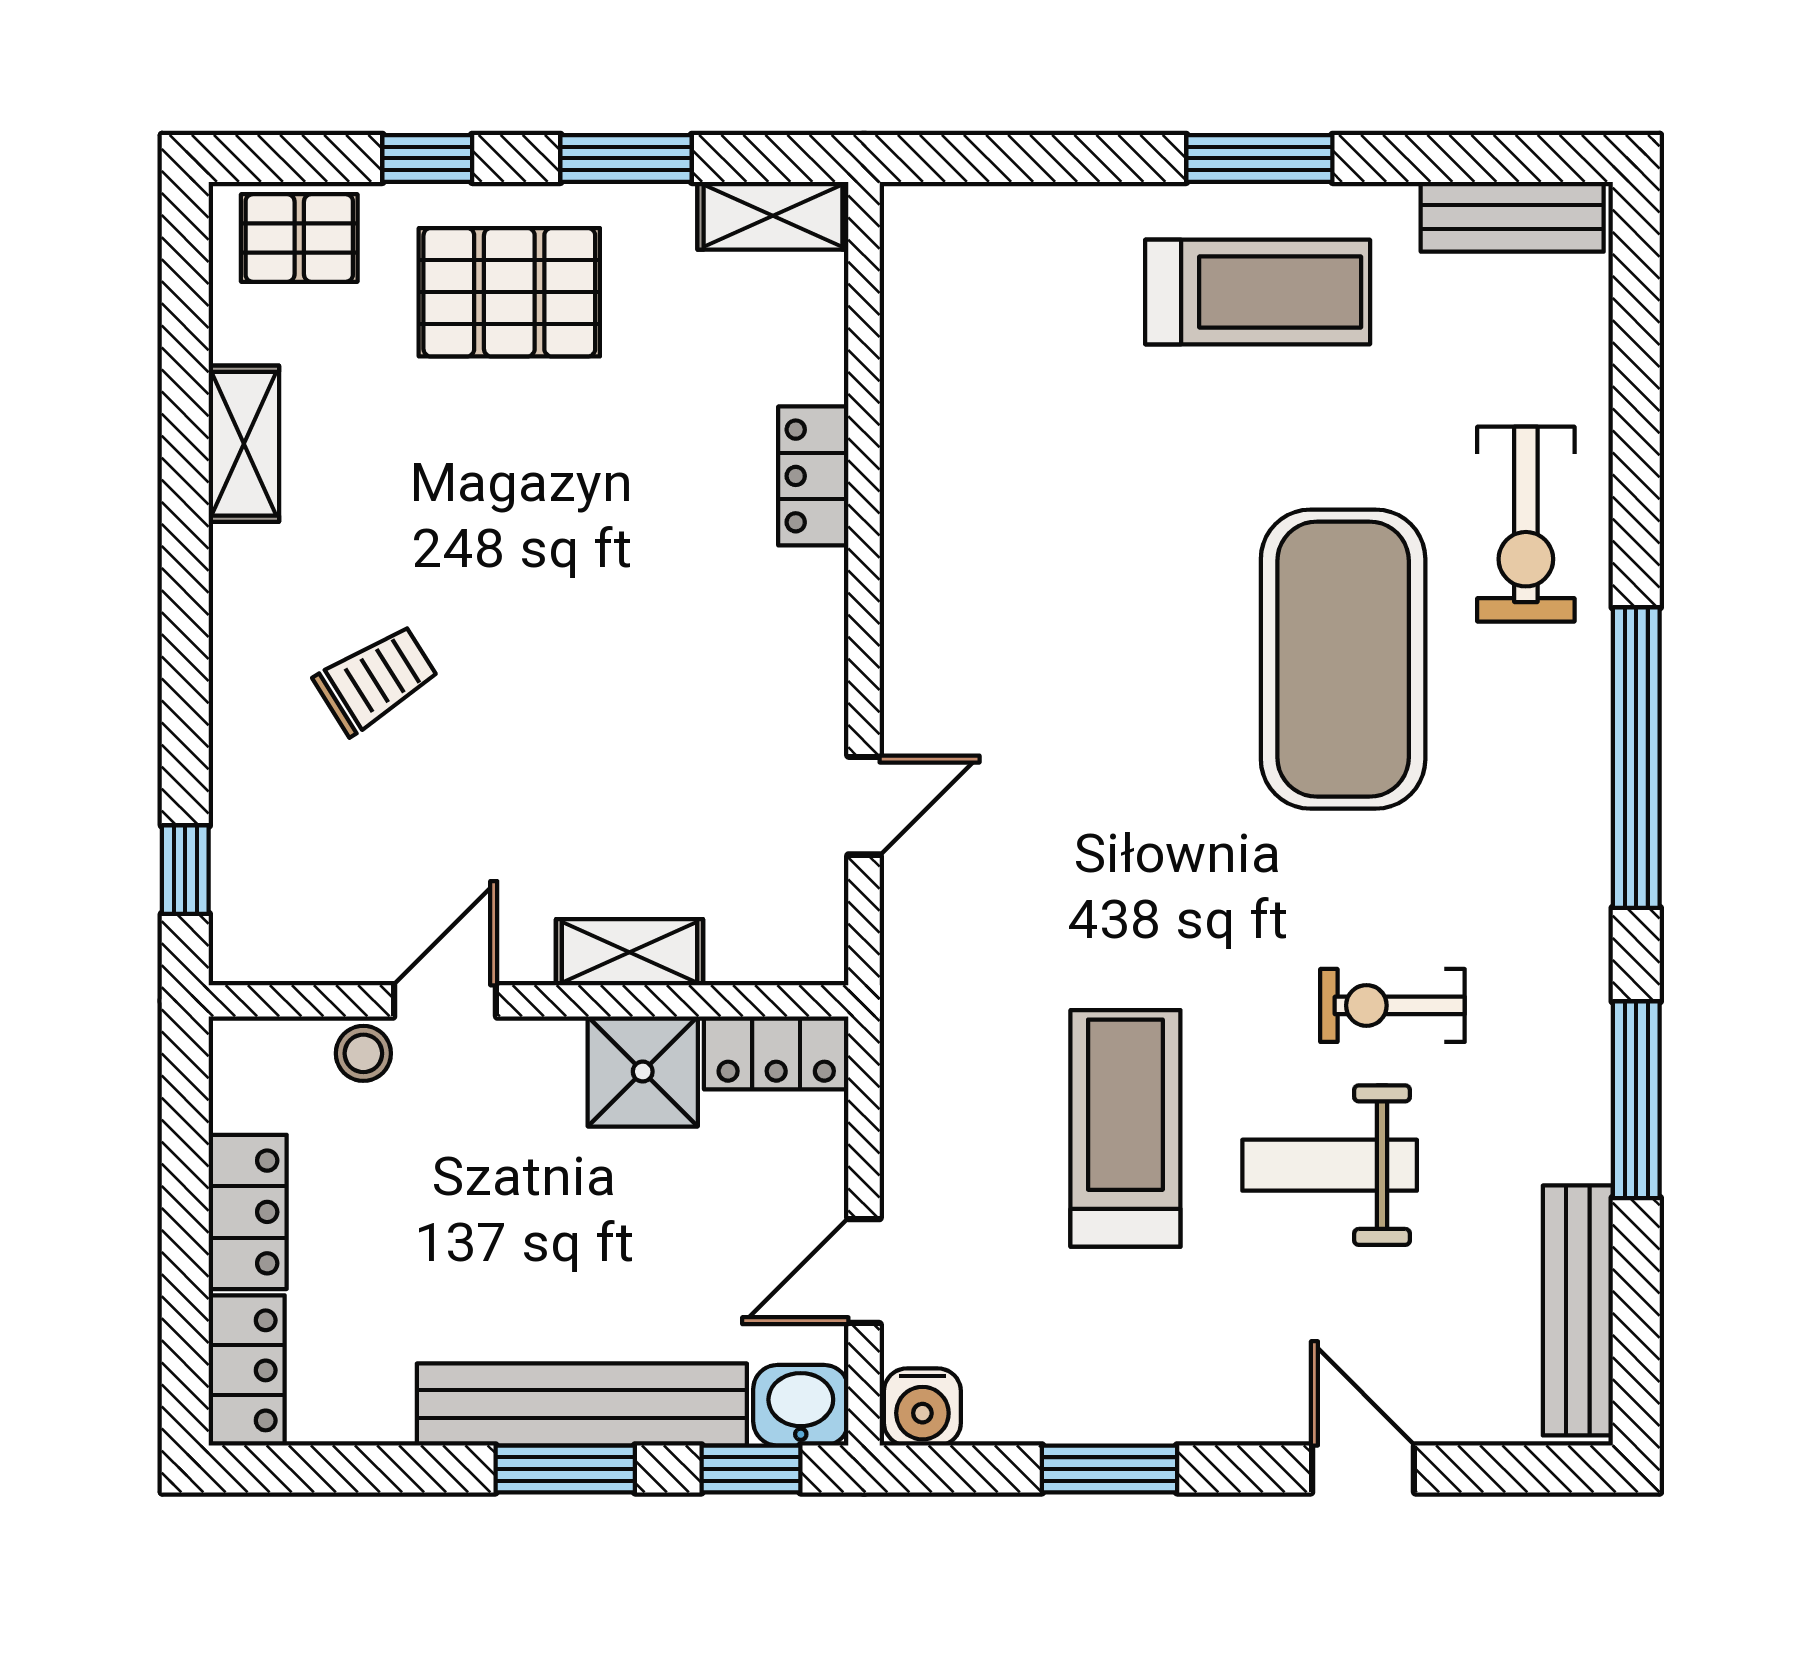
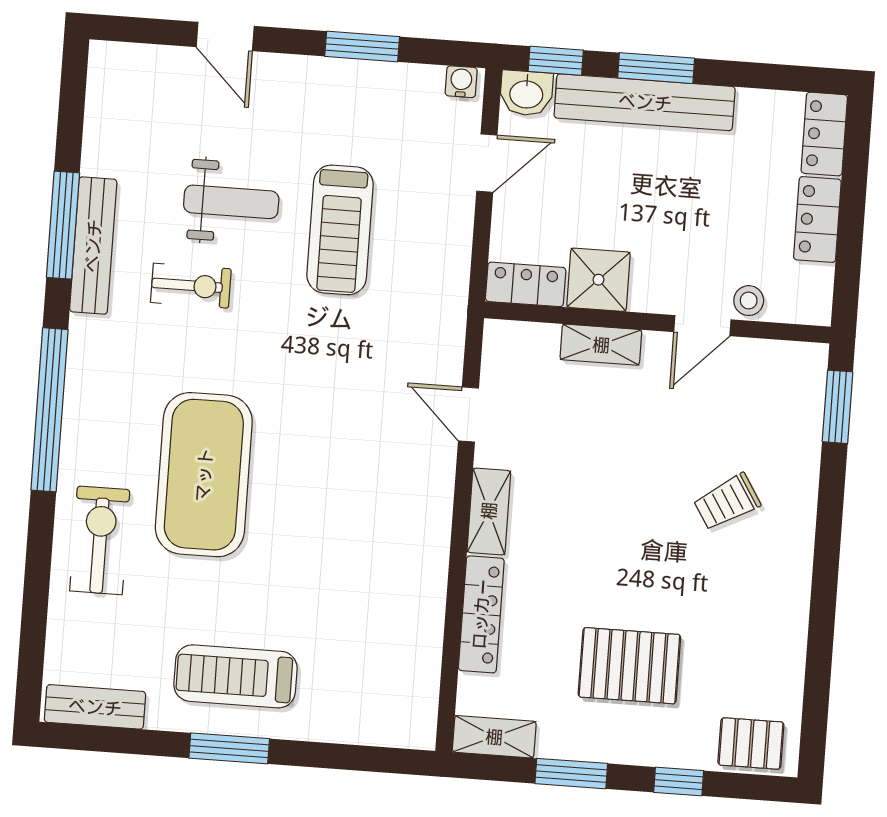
pallet: (509, 292) -> (629, 666), moved
shelving: (244, 444) -> (489, 511), moved
locker: (813, 476) -> (481, 614), width x1.53
door: (864, 806) -> (468, 415), hinge flipped
window: (185, 870) -> (838, 407), width x1.50
bench: (1578, 1310) -> (93, 246), moved
water cooler: (922, 1407) -> (461, 82), width x0.72, depth x0.72

